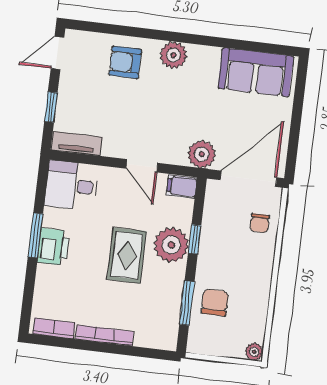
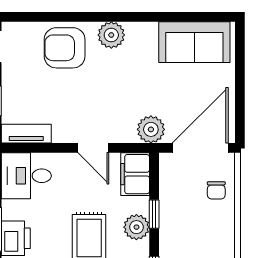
armchair: (125, 62) -> (65, 48), width x1.38, depth x1.38
filing cabinet: (182, 186) -> (135, 174), width x2.00
plant: (171, 245) -> (136, 227), width x0.73, depth x0.73

